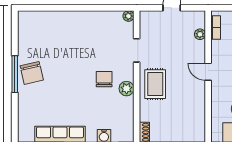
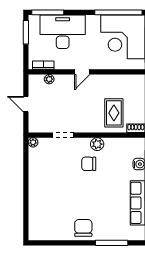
chair: (32, 73) -> (83, 228), turned -77
window: (15, 74) -> (112, 243), moved
rug: (155, 84) -> (114, 113), moved, turned 90

